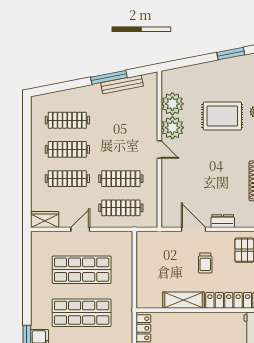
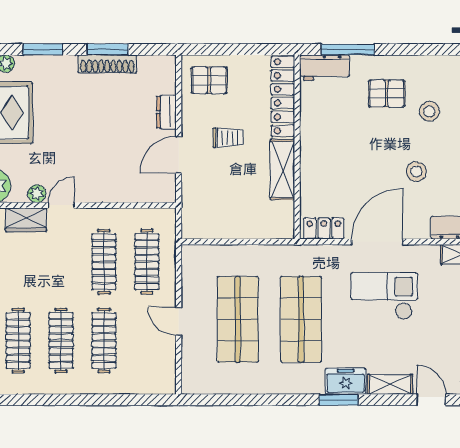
plant: (172, 128) -> (37, 194), width x0.53, depth x0.53
wardrobe: (45, 220) -> (26, 220), moved, turned -90

